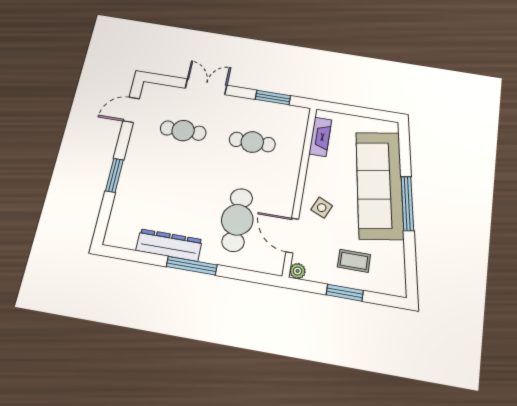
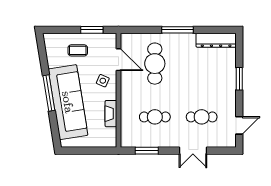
fireplace: (320, 137) -> (111, 114), moved
dresser: (169, 245) -> (216, 40), moved
plant: (298, 271) -> (112, 38), removed
window: (345, 293) -> (92, 30), moved

